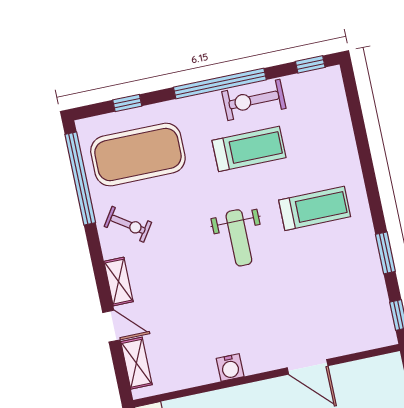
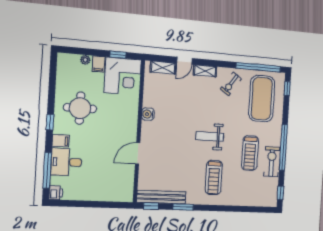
window: (127, 103) -> (287, 88), moved
bench: (377, 300) -> (161, 197), added

